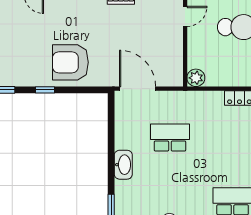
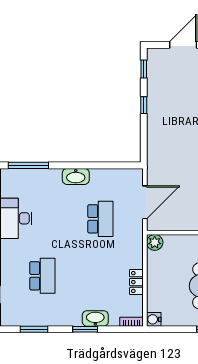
armchair: (70, 62) -> (169, 128), removed
door: (138, 89) -> (145, 202), moved

